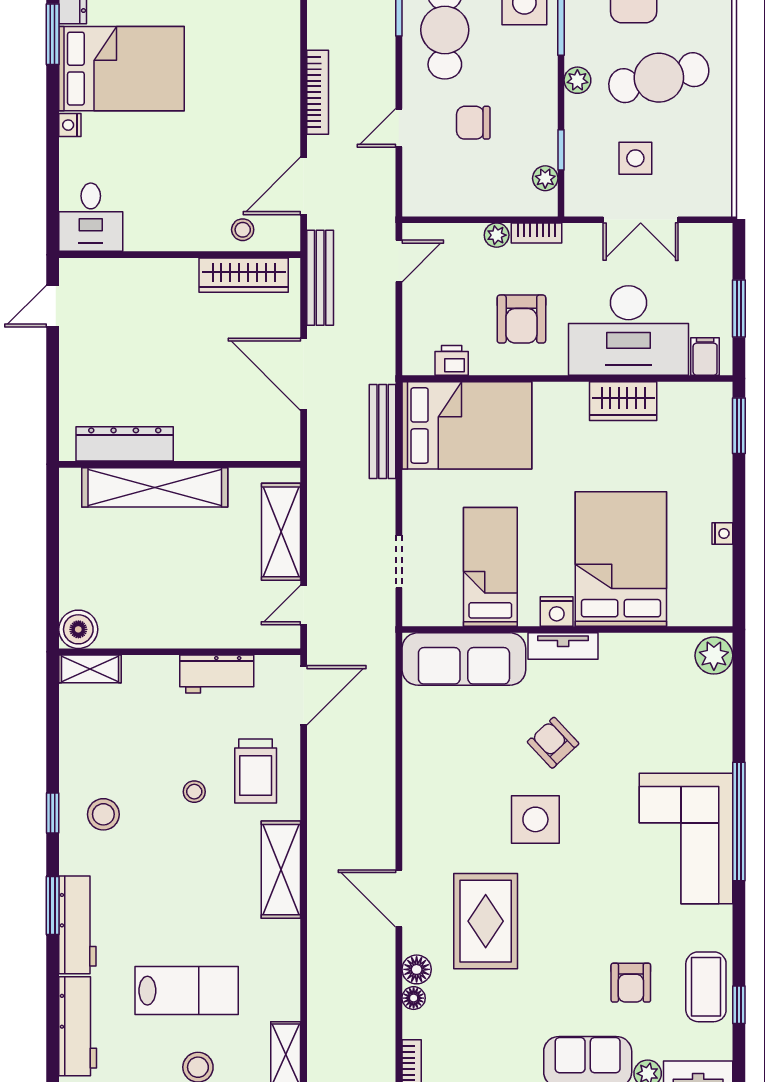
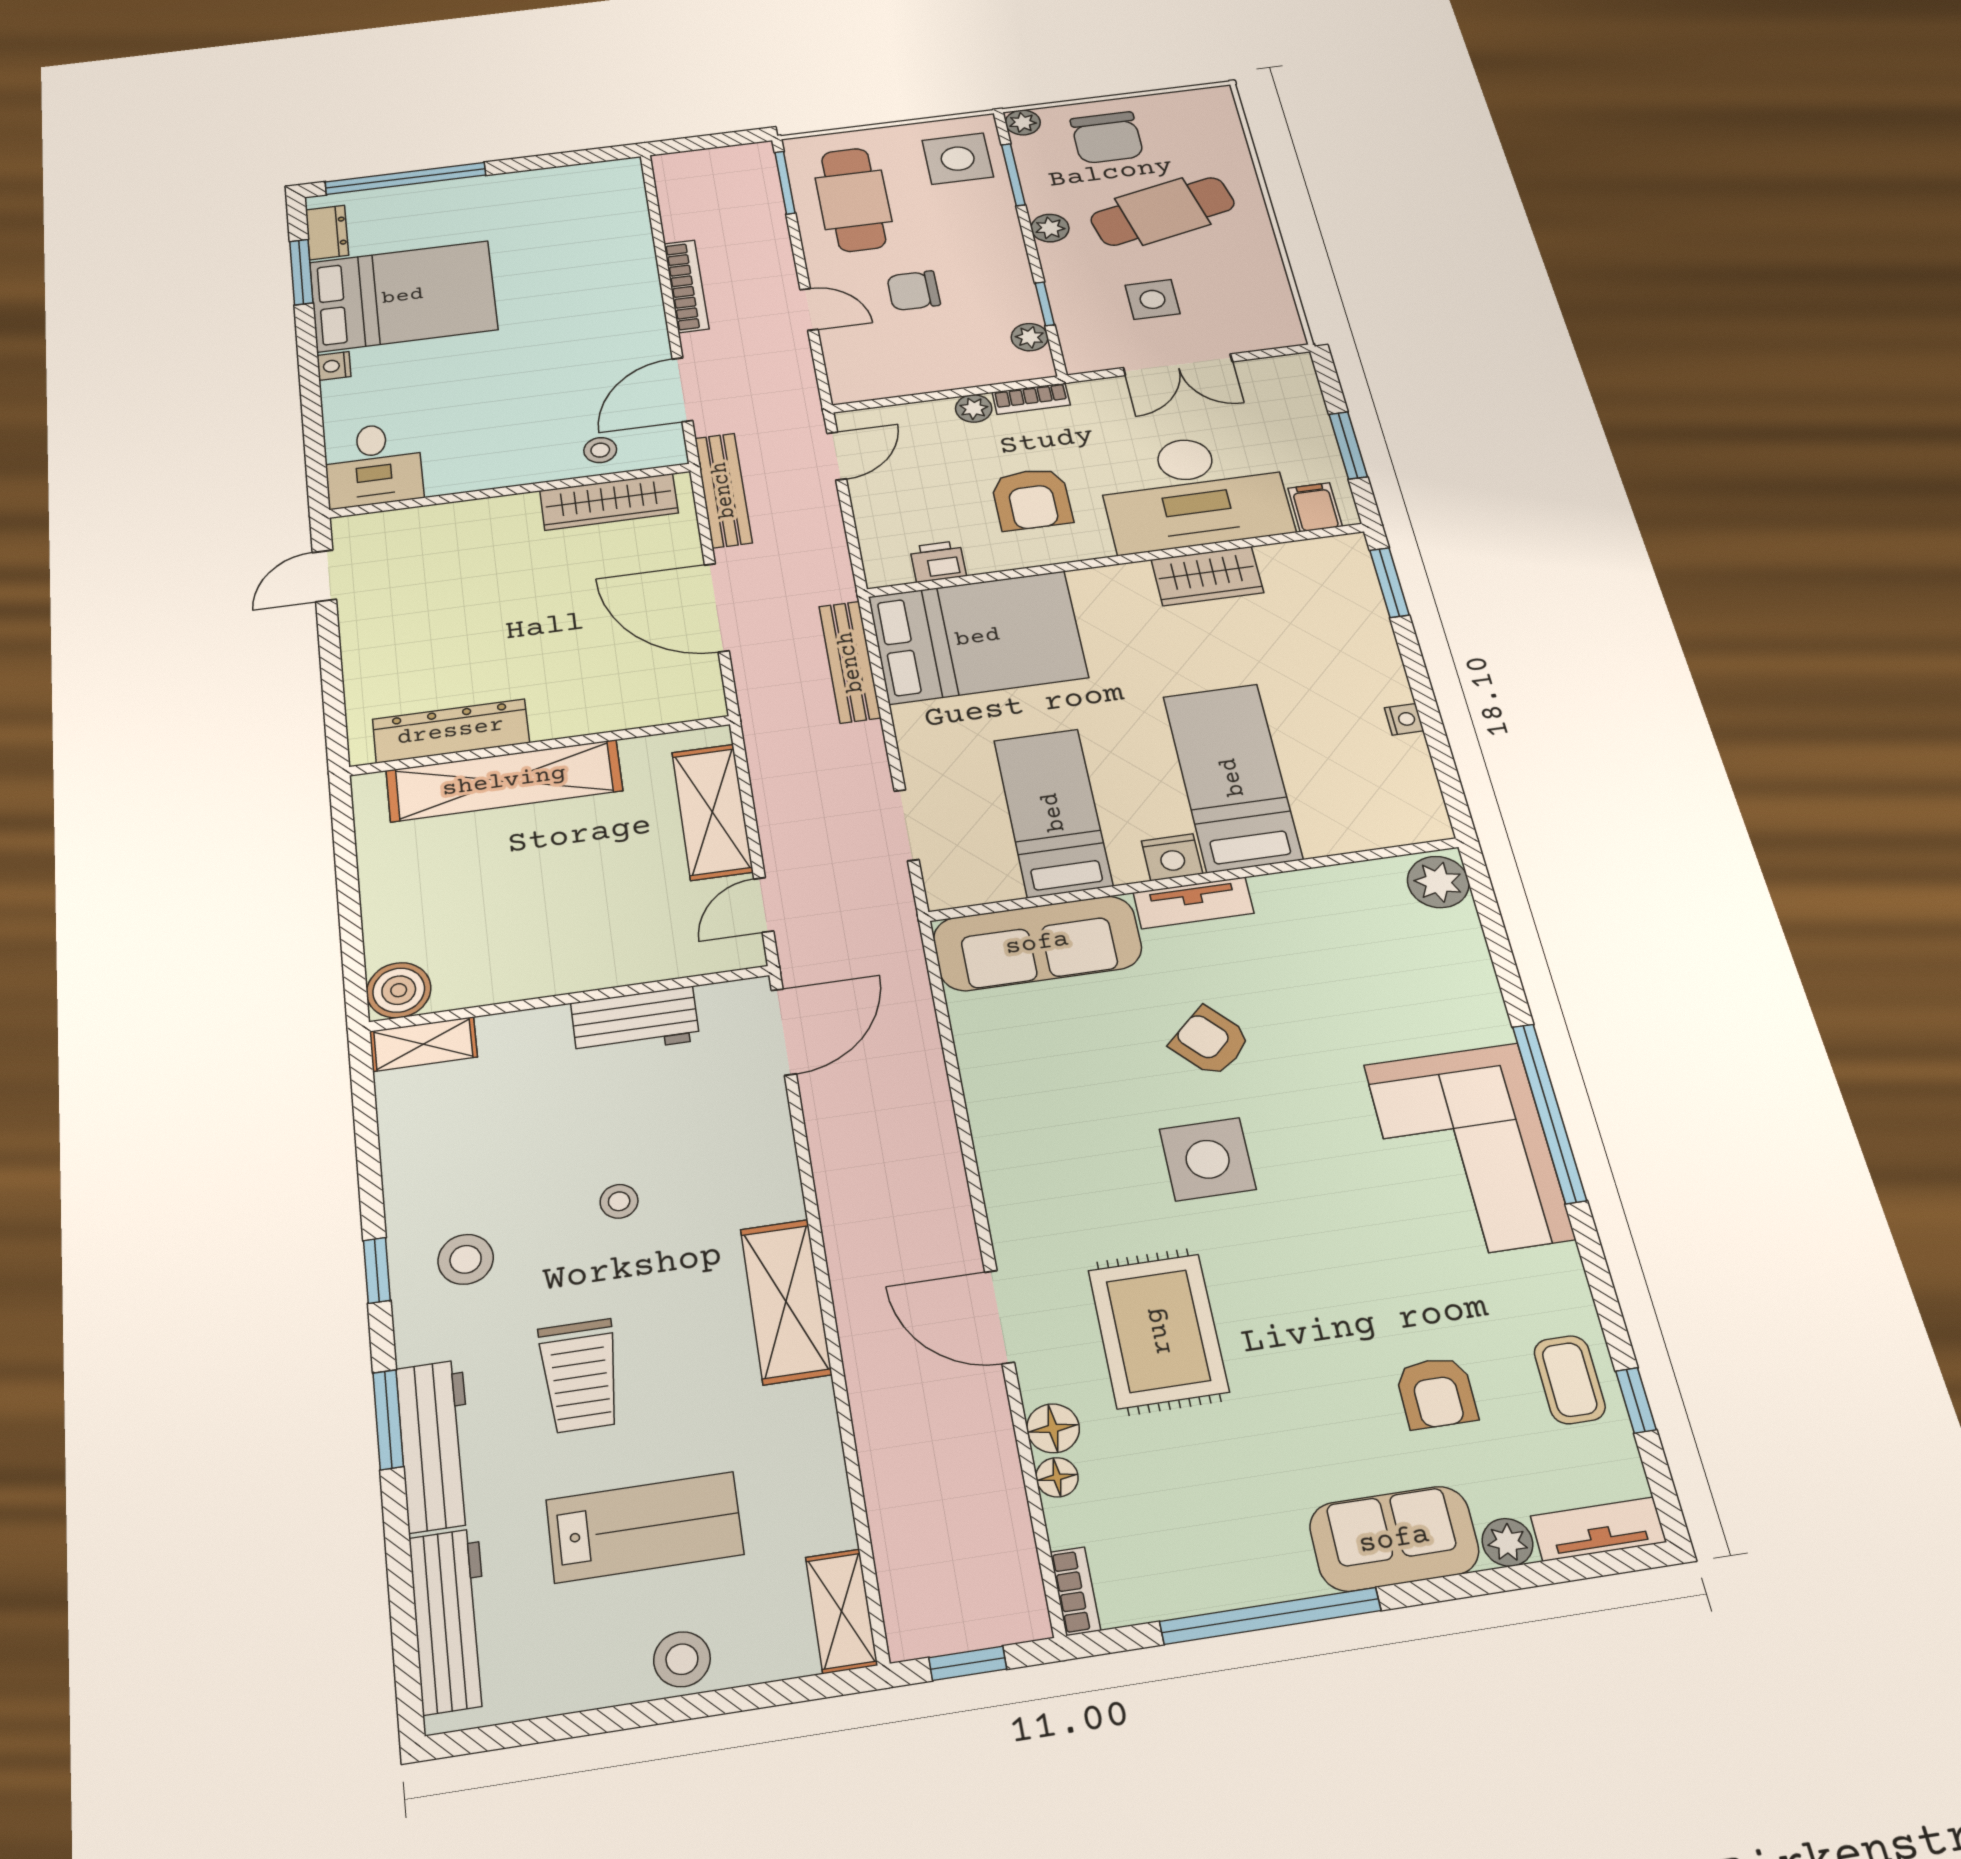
door: (399, 128) -> (809, 309), swing flipped
bed: (621, 559) -> (1232, 777), width x0.67
trolley: (256, 771) -> (580, 1376), moved
coffee table: (706, 987) -> (1570, 1380), width x0.73, depth x0.77

